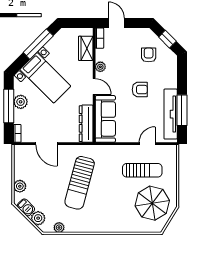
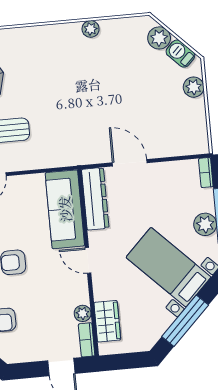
plant: (100, 67) -> (83, 313), moved
door: (46, 144) -> (130, 163), moved
sun lounger: (80, 183) -> (97, 102), removed
plant: (59, 228) -> (91, 29), moved

